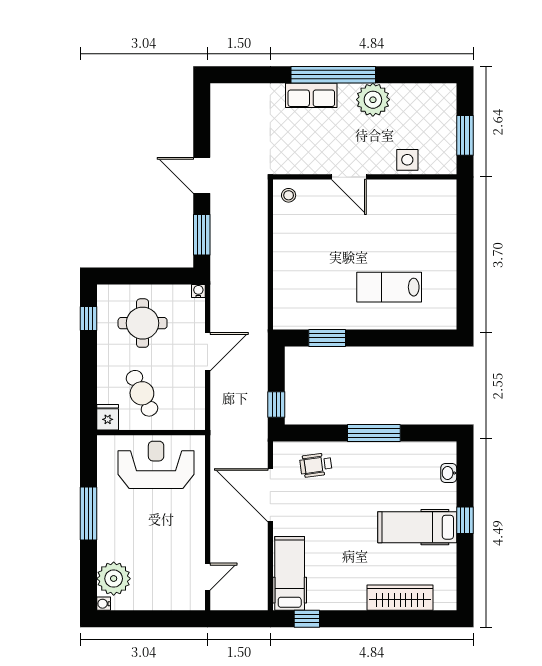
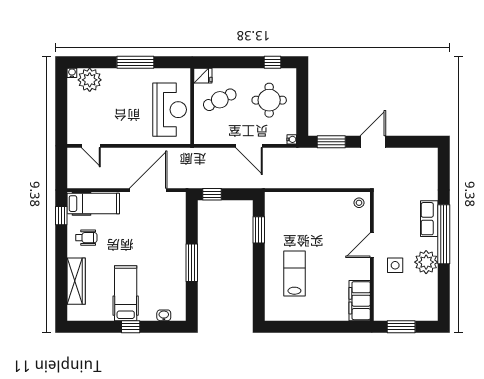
side table: (407, 160) -> (395, 265), moved
filing cabinet: (428, 194) -> (360, 301), added
wheelchair: (316, 465) -> (86, 238), moved, turned 98

